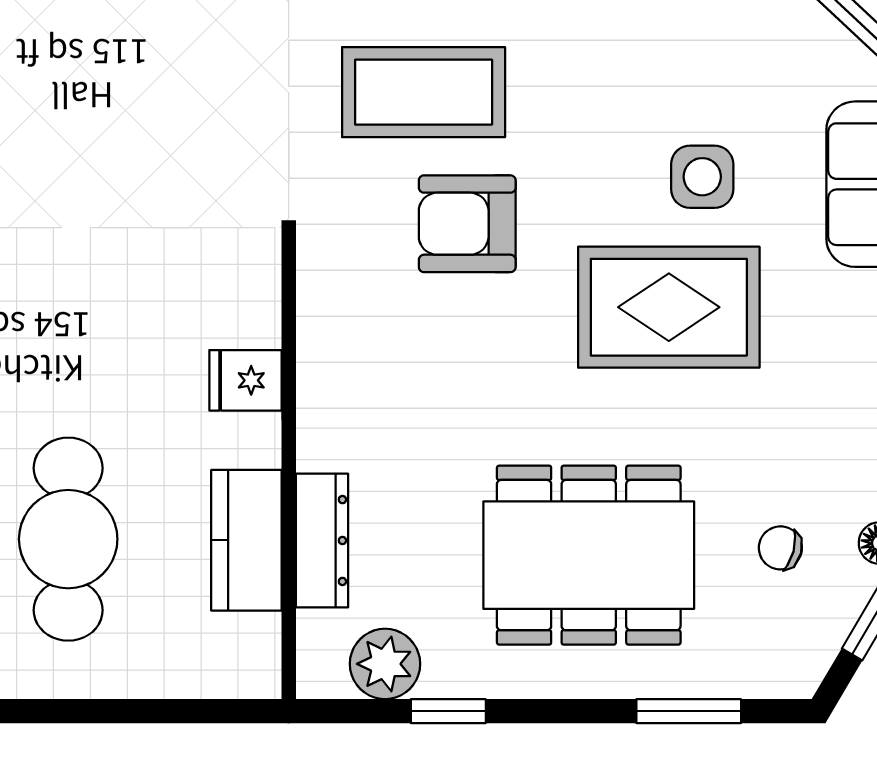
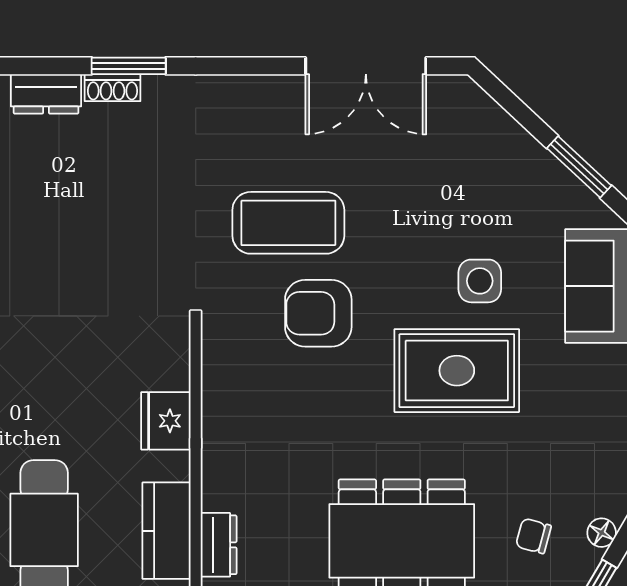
fridge: (245, 380) -> (166, 421), width x1.38
dresser: (322, 541) -> (219, 545), width x0.70

